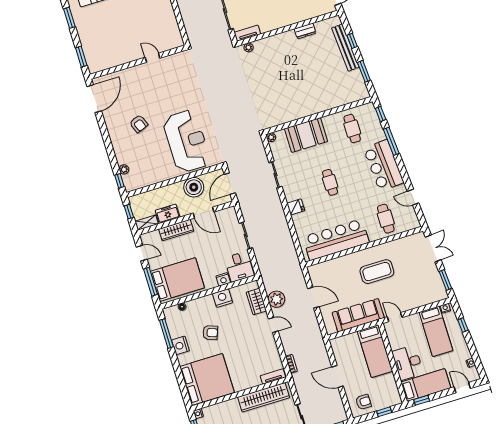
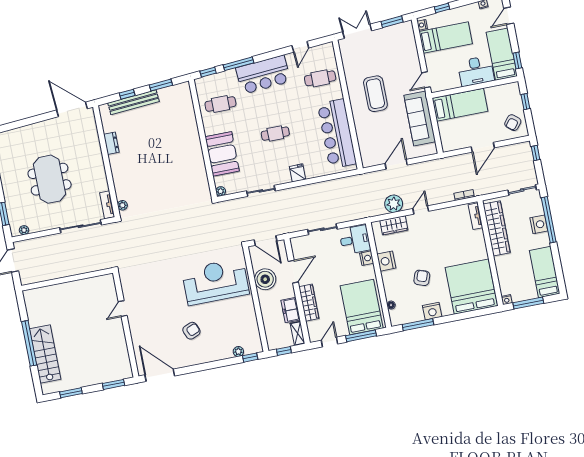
armchair: (363, 402) -> (513, 123), turned -141

